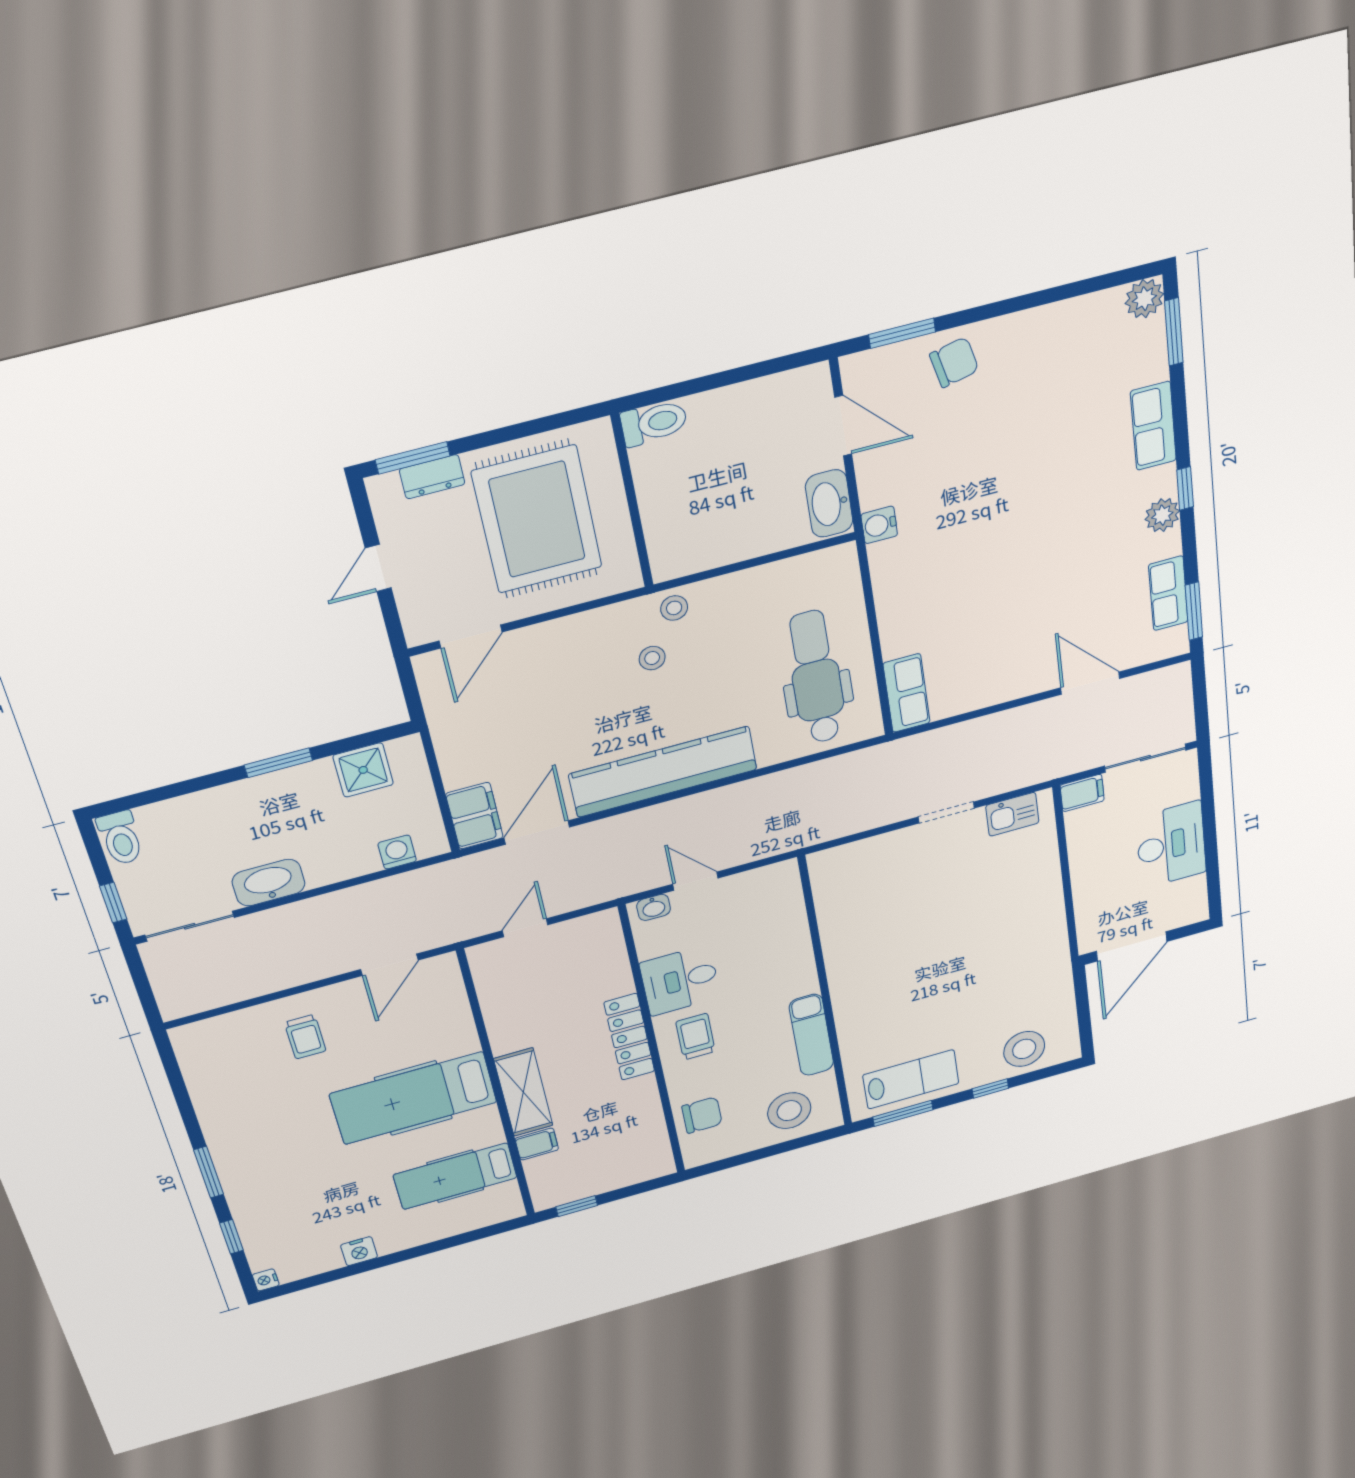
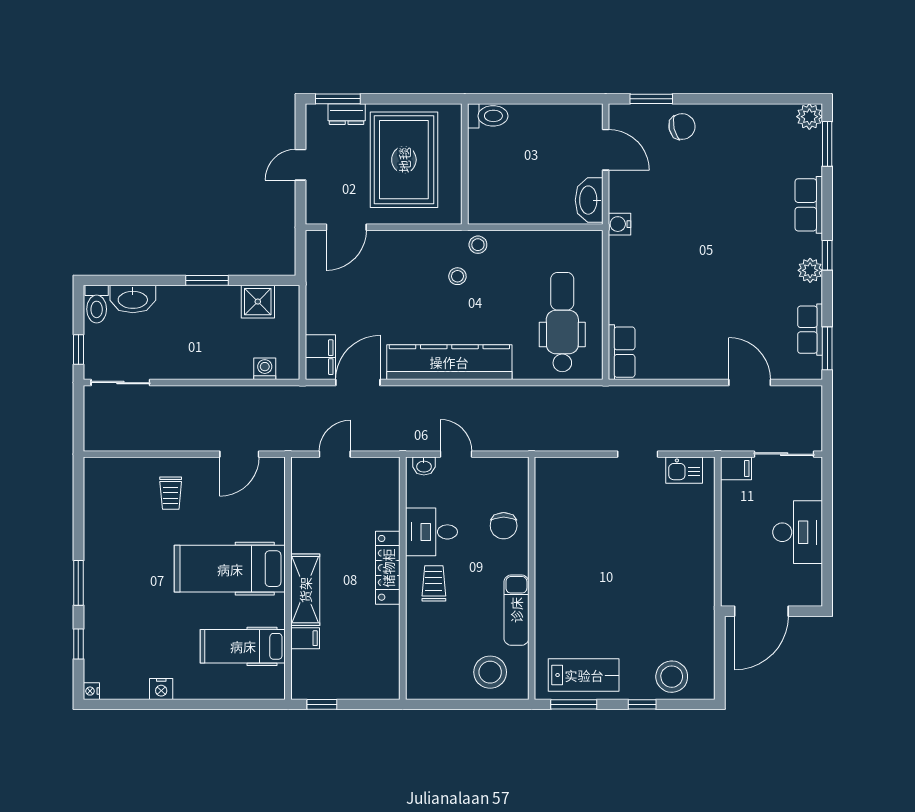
washbasin: (269, 883) -> (133, 299), moved, turned 180
chair: (702, 1115) -> (504, 526), moved, turned 90

